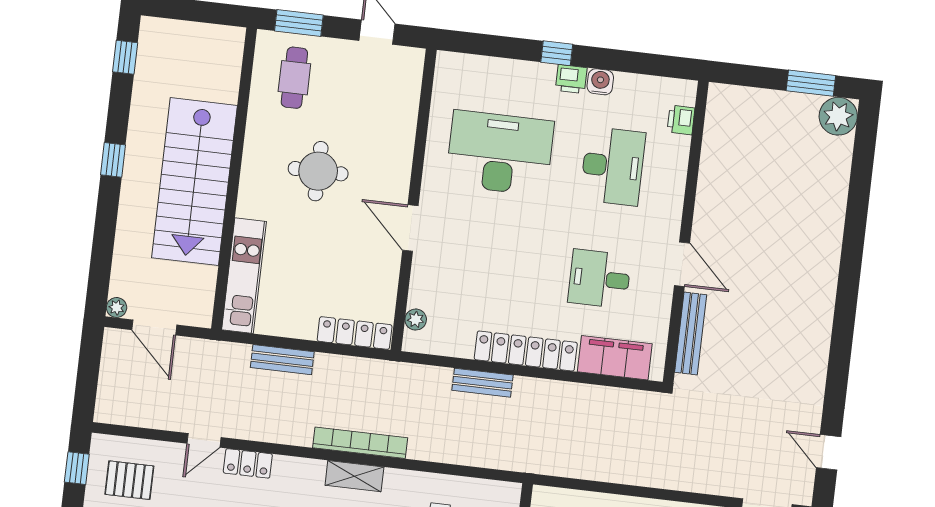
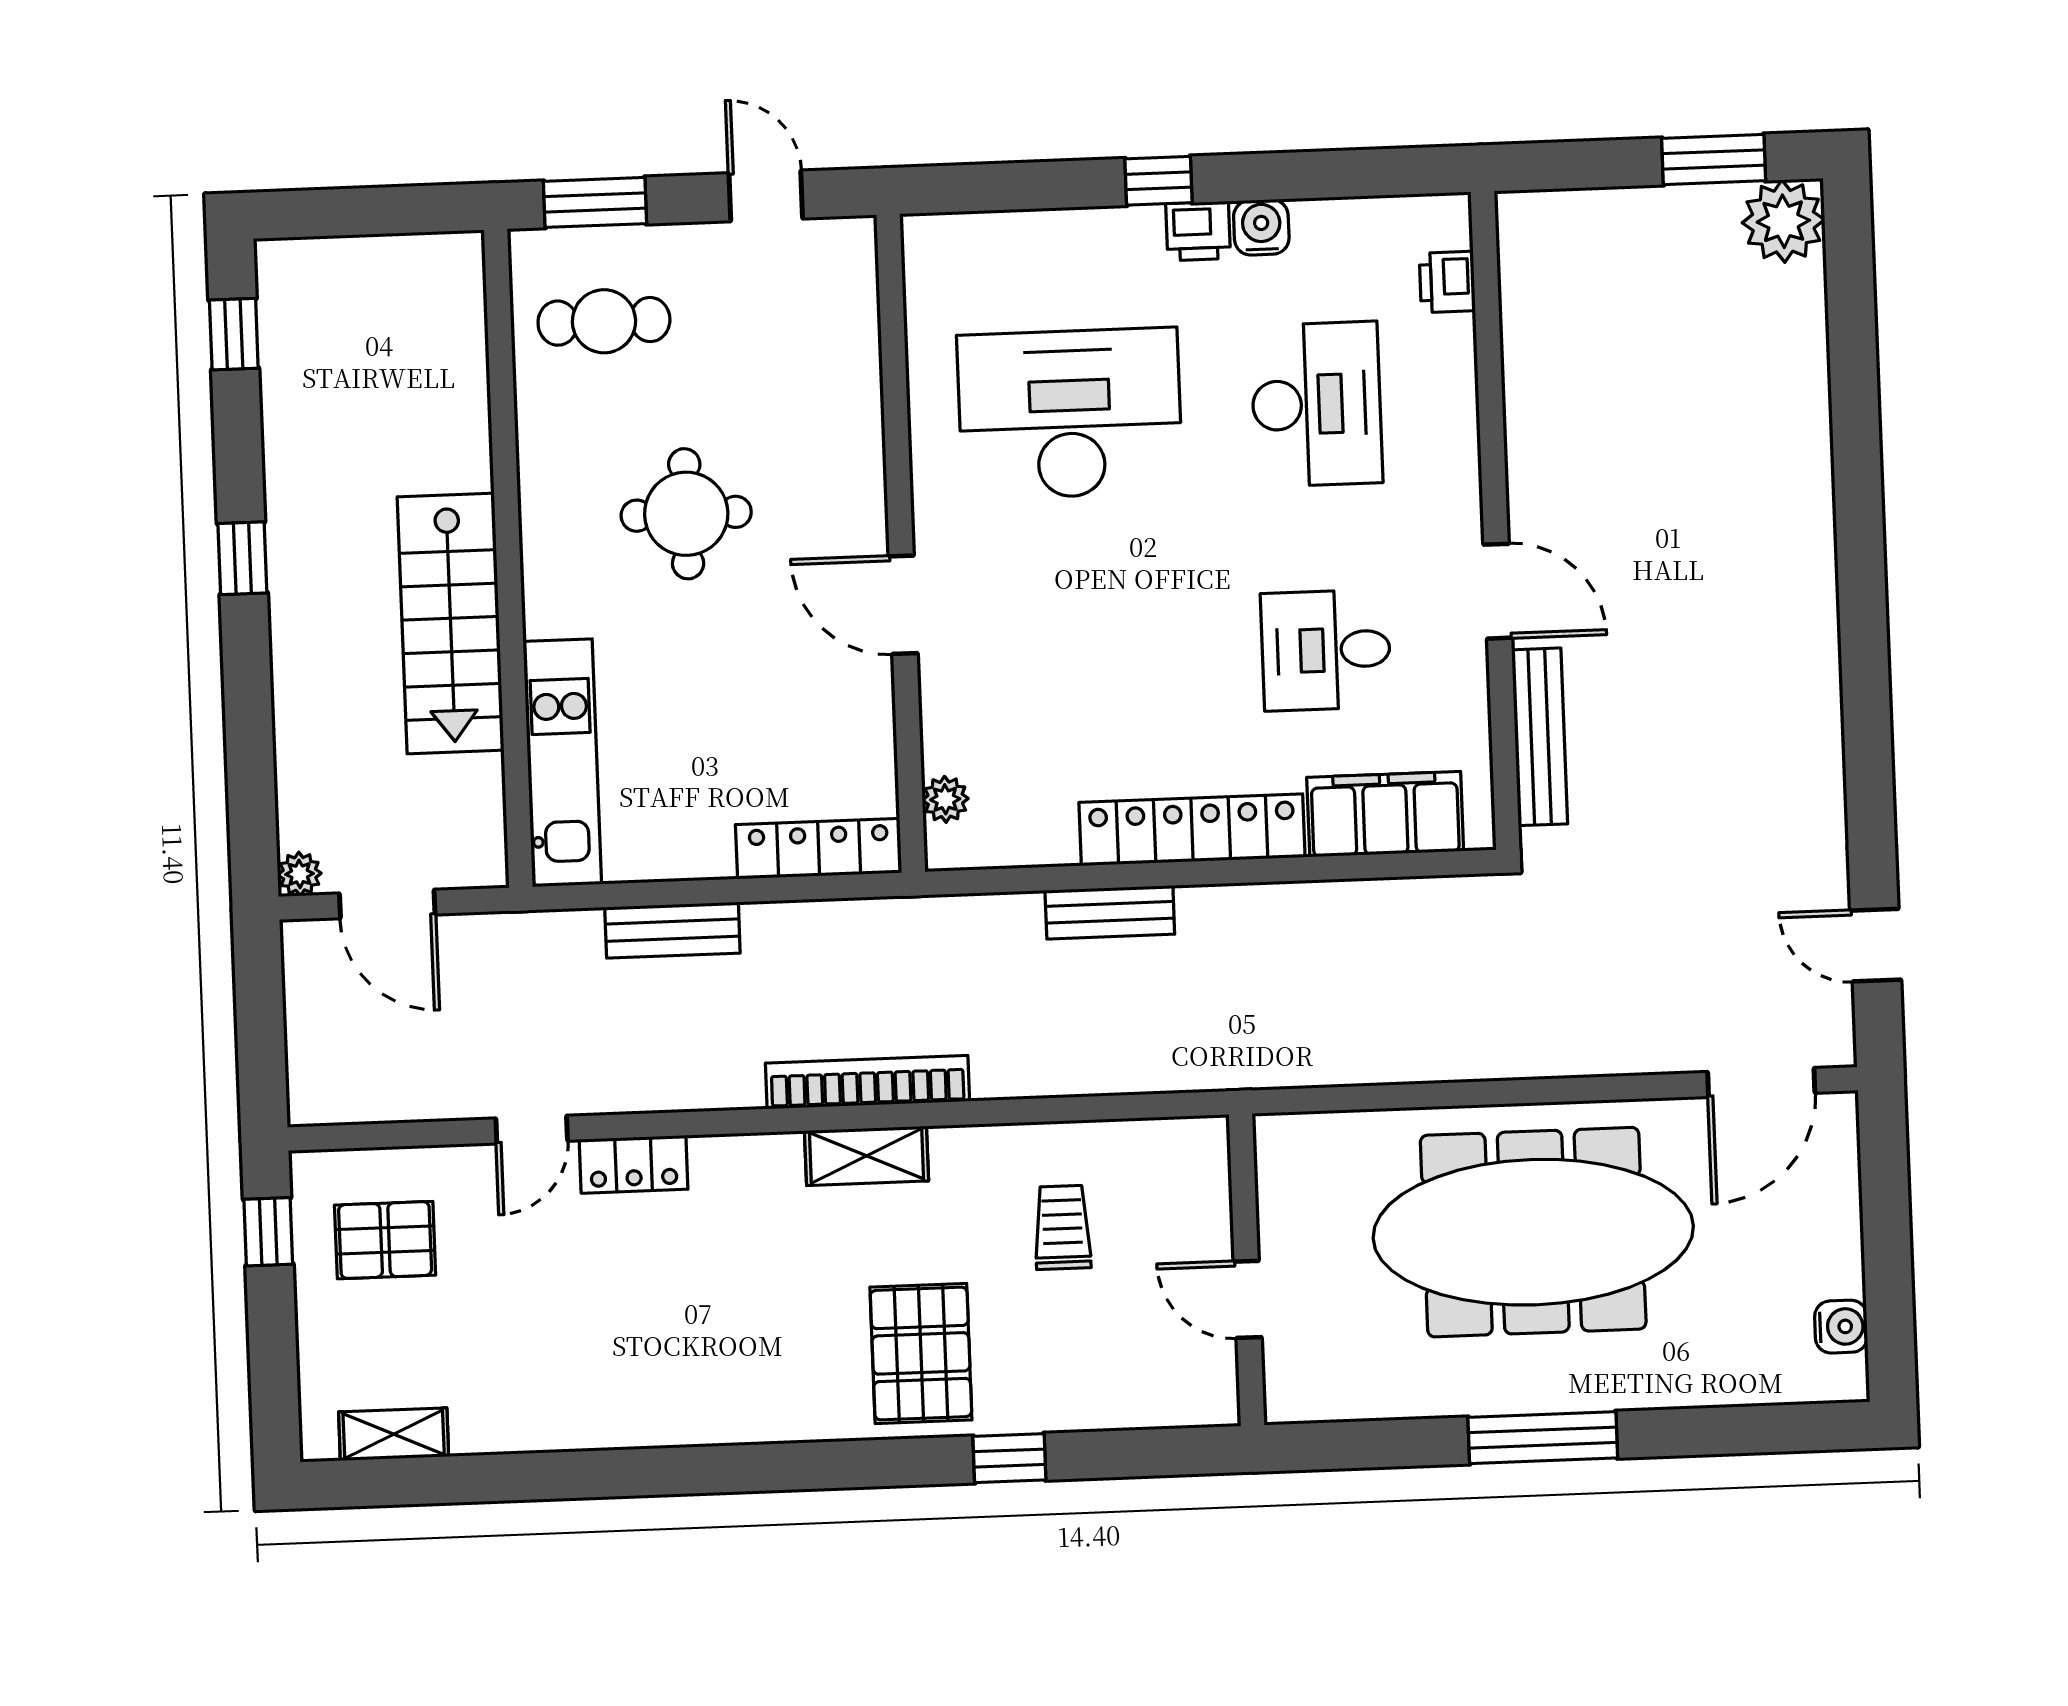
cafe table: (294, 78) -> (604, 321), turned 90
stairs: (194, 182) -> (451, 623), width x0.73, depth x0.66

